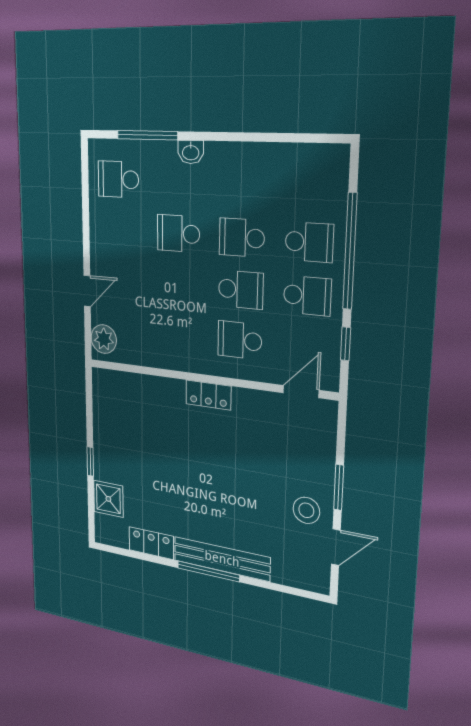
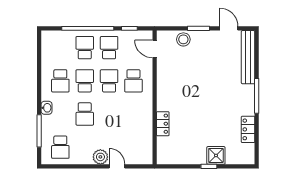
school desk: (243, 184) -> (60, 81), added
school desk: (242, 238) -> (85, 81), turned 180
plant: (104, 339) -> (100, 157), moved
locker: (208, 395) -> (163, 124), moved
shower: (108, 499) -> (216, 155), moved
stool: (306, 510) -> (183, 39), moved
bench: (222, 559) -> (248, 57), moved

